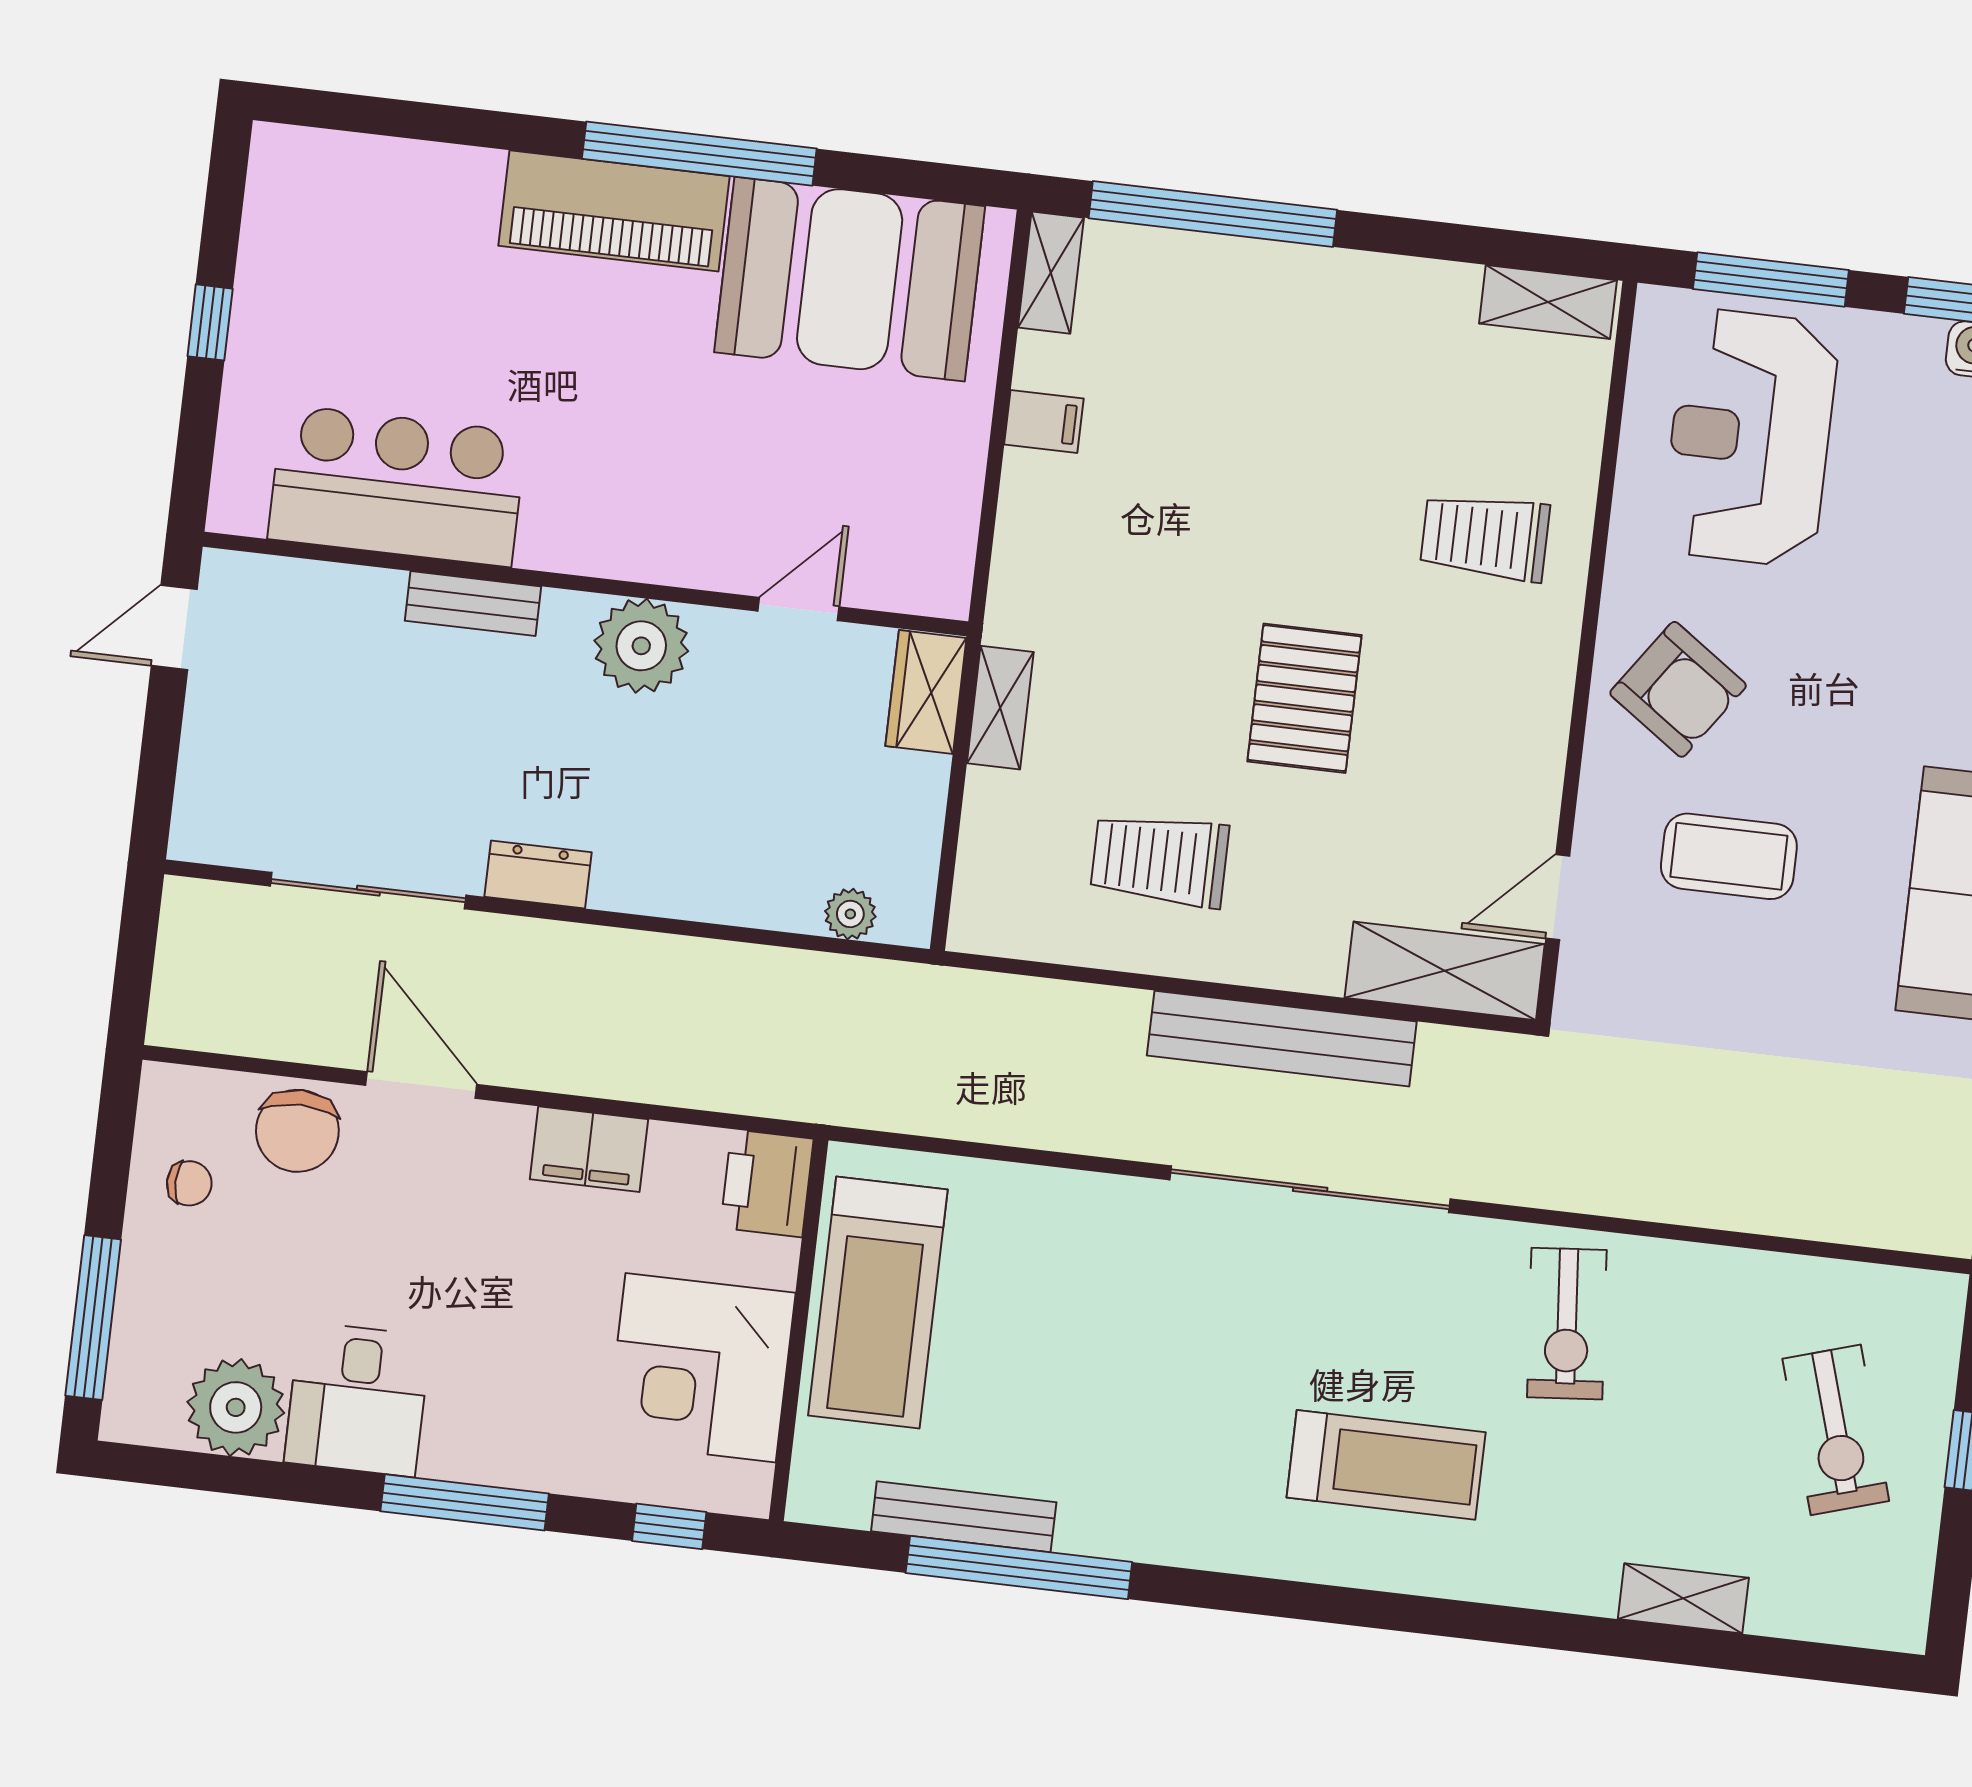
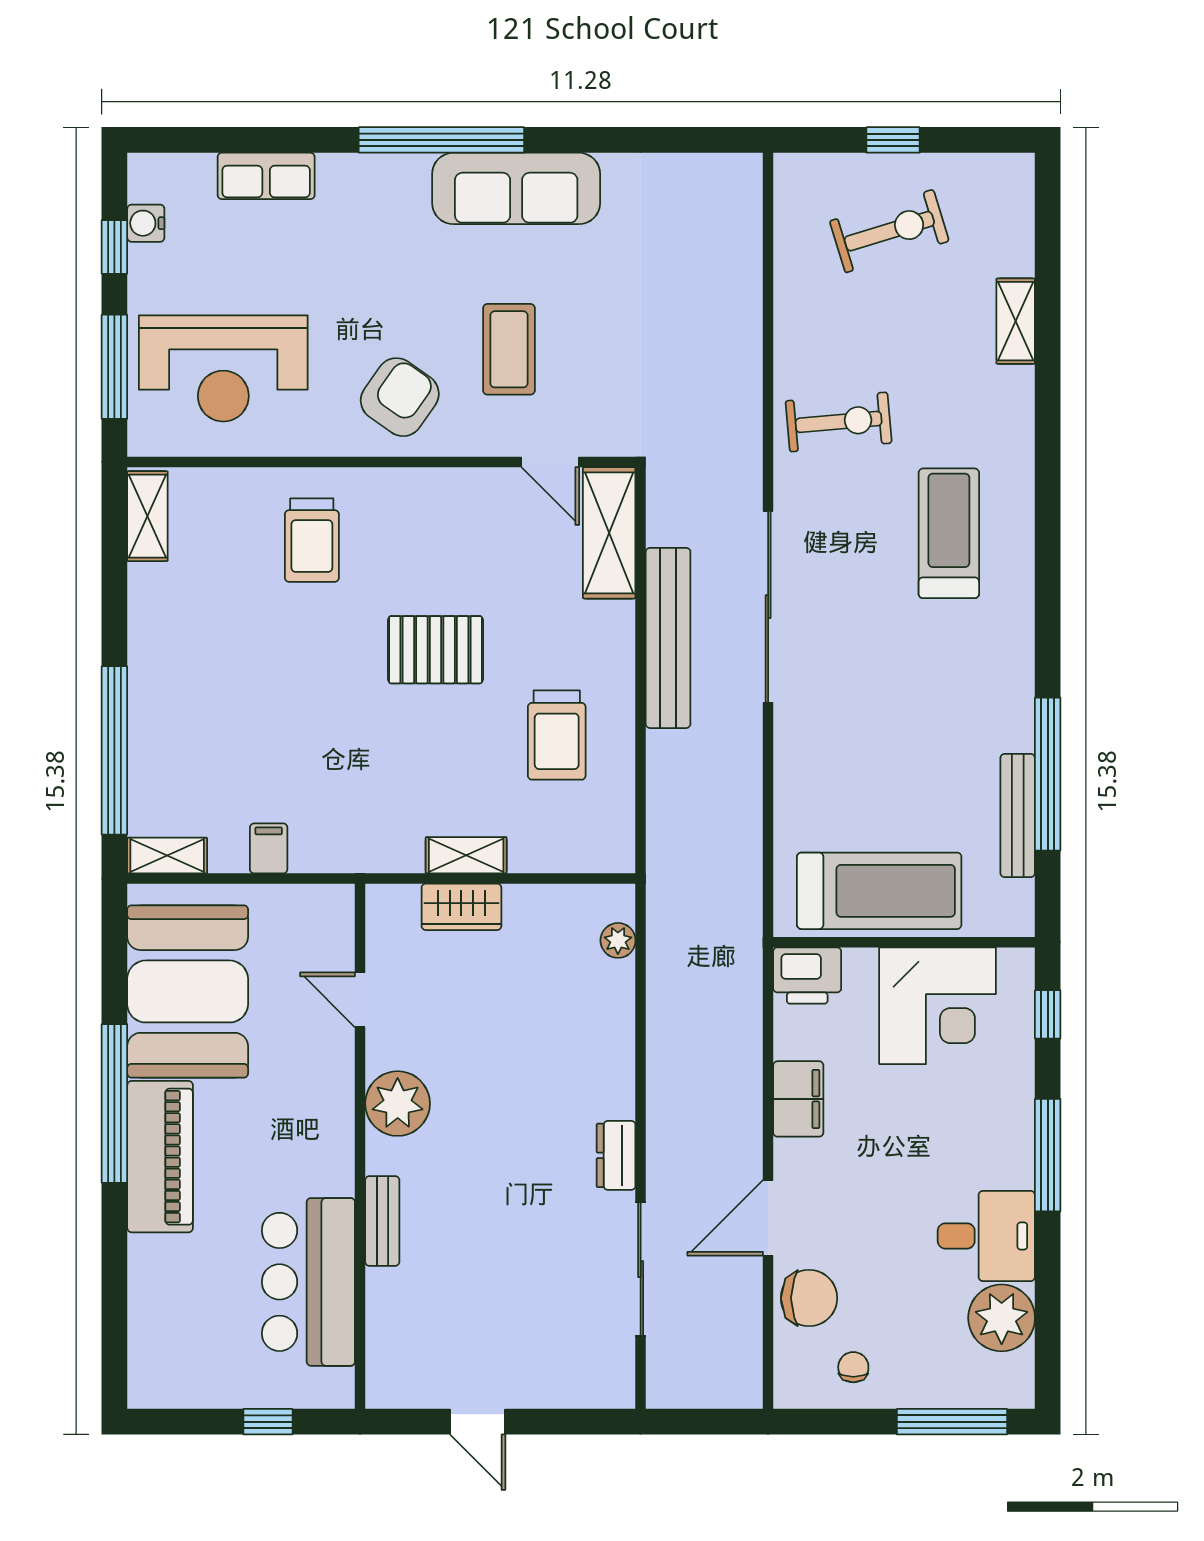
bar counter: (397, 486) -> (308, 1282), moved
wall: (585, 584) -> (360, 1146), moved
bench: (473, 604) -> (382, 1221), moved
door: (798, 609) -> (360, 1000), moved
plant: (641, 646) -> (398, 1104), moved

